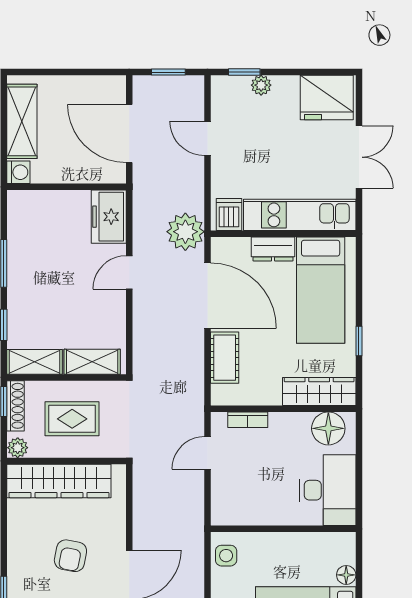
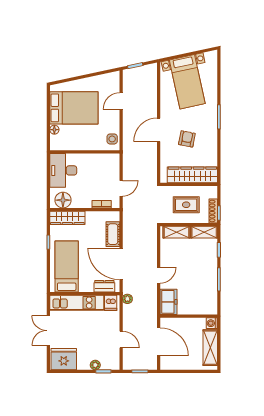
plant: (185, 232) -> (127, 299), width x0.53, depth x0.53
dresser: (273, 249) -> (104, 286), moved
plant: (18, 448) -> (212, 191), removed

